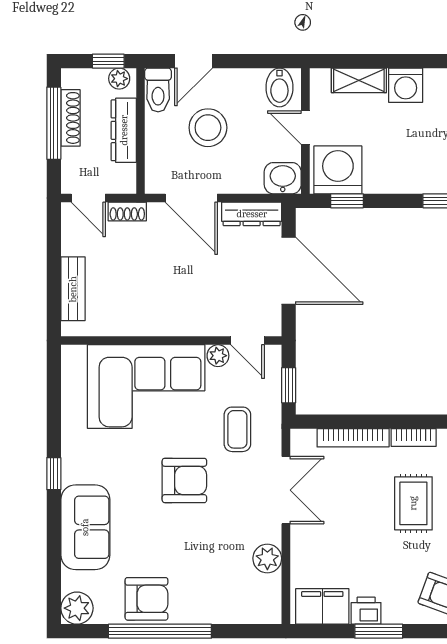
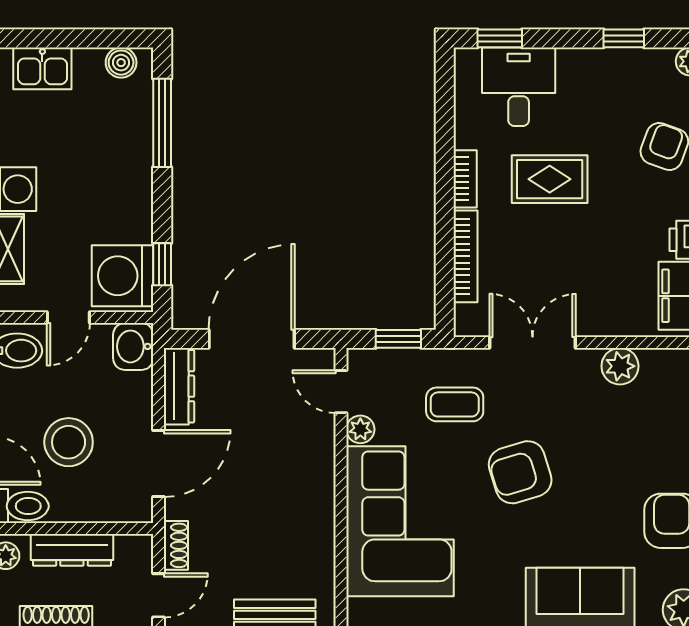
door: (247, 341) -> (341, 392), swing flipped
armchair: (184, 480) -> (520, 472), turned -107

